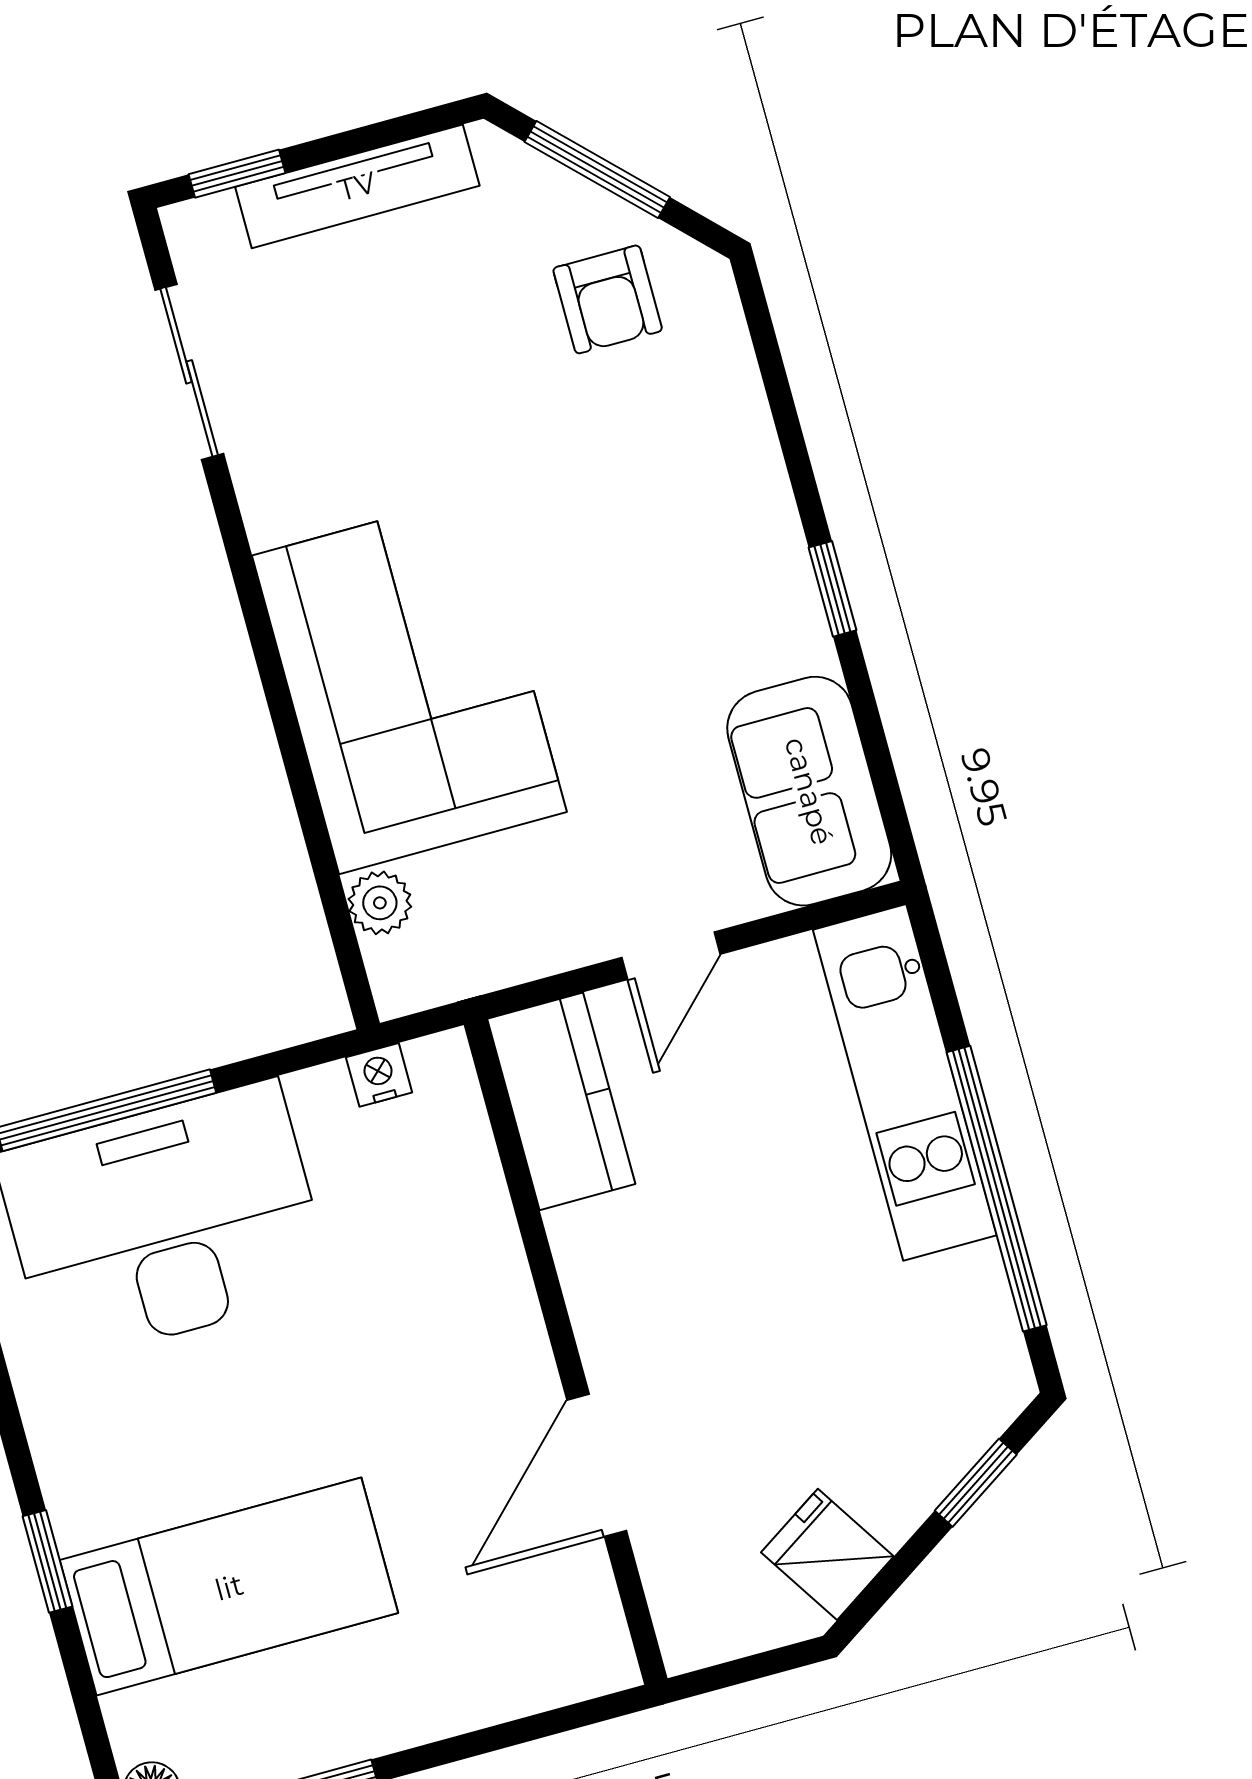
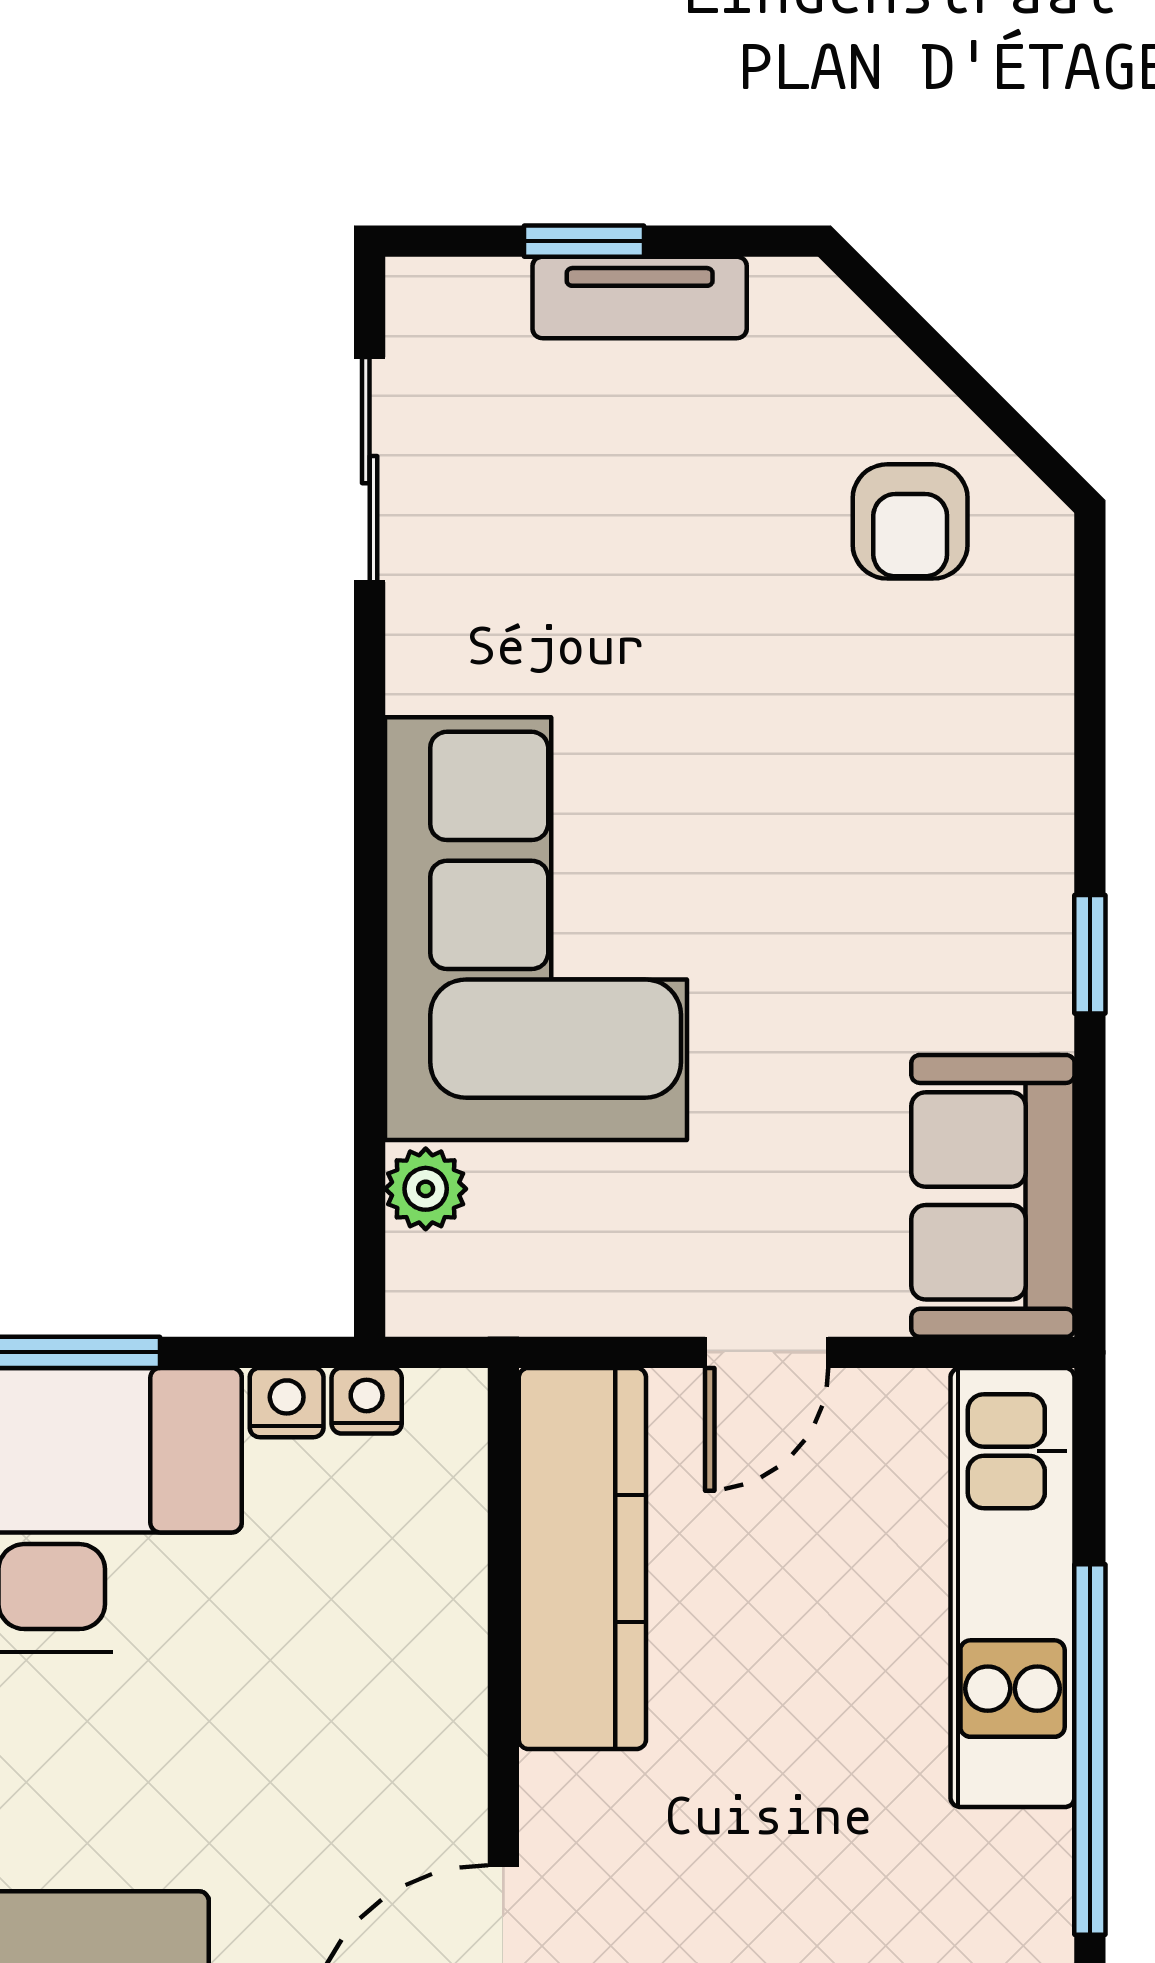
window: (597, 170) -> (941, 358), removed
window: (237, 174) -> (584, 241), moved
tv unit: (357, 186) -> (640, 297), width x0.71
nightstand: (319, 1093) -> (287, 1403), added
kitchen counter: (561, 1101) -> (582, 1558), width x1.50

